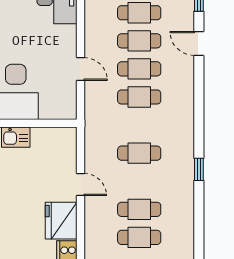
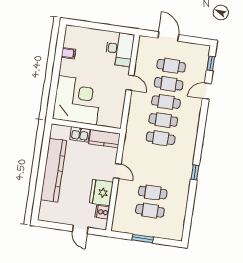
door: (199, 43) -> (207, 91), hinge flipped
door: (81, 69) -> (130, 83), moved
kitchen counter: (54, 138) -> (104, 139), added
cafe table: (139, 153) -> (161, 138), moved

